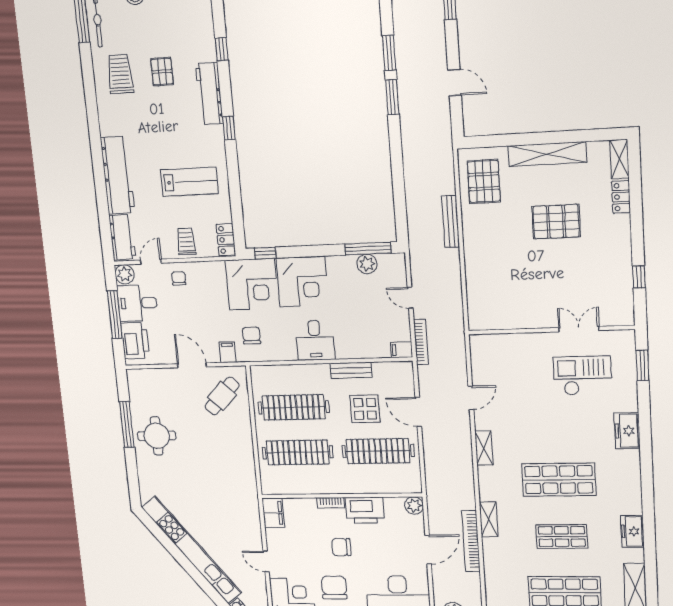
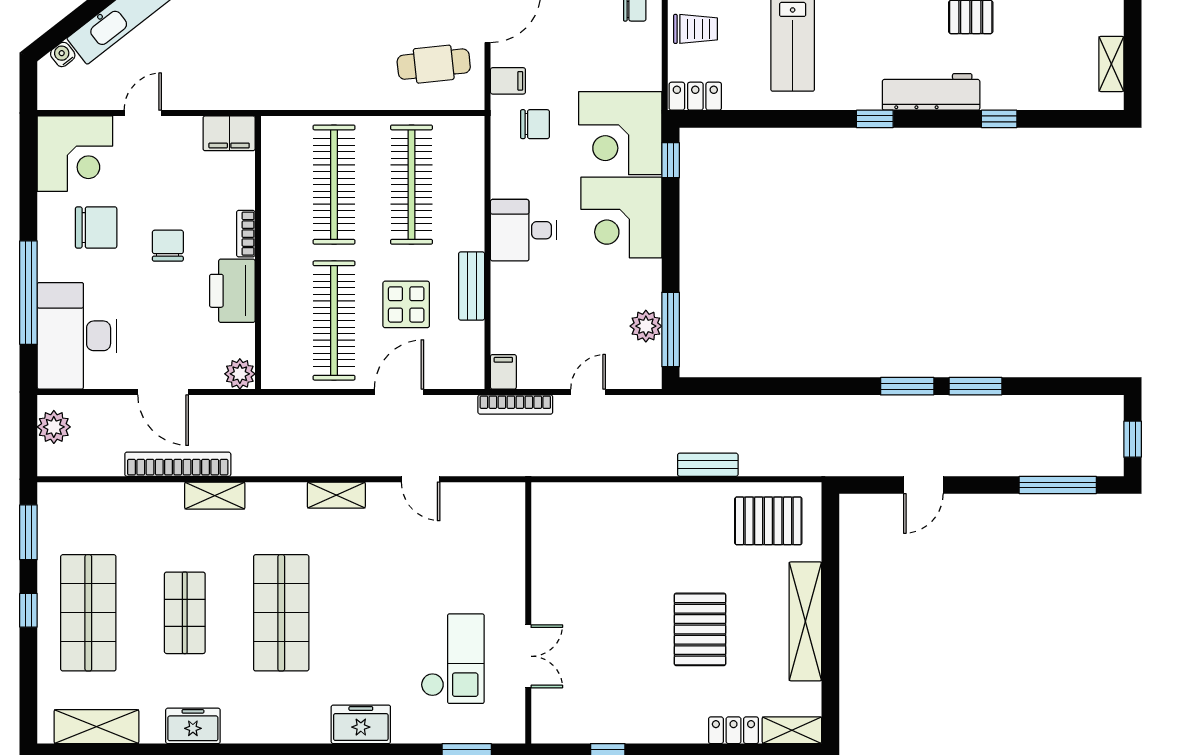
bench: (451, 222) -> (708, 465), width x0.73
cafe table: (222, 396) -> (434, 64), turned -49

